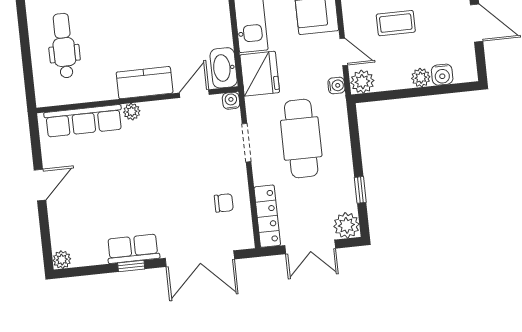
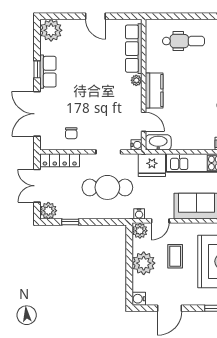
water cooler: (442, 75) -> (139, 299), moved
plant: (421, 78) -> (144, 263), width x1.88, depth x1.88
plant: (62, 260) -> (51, 30), width x1.87, depth x1.87

